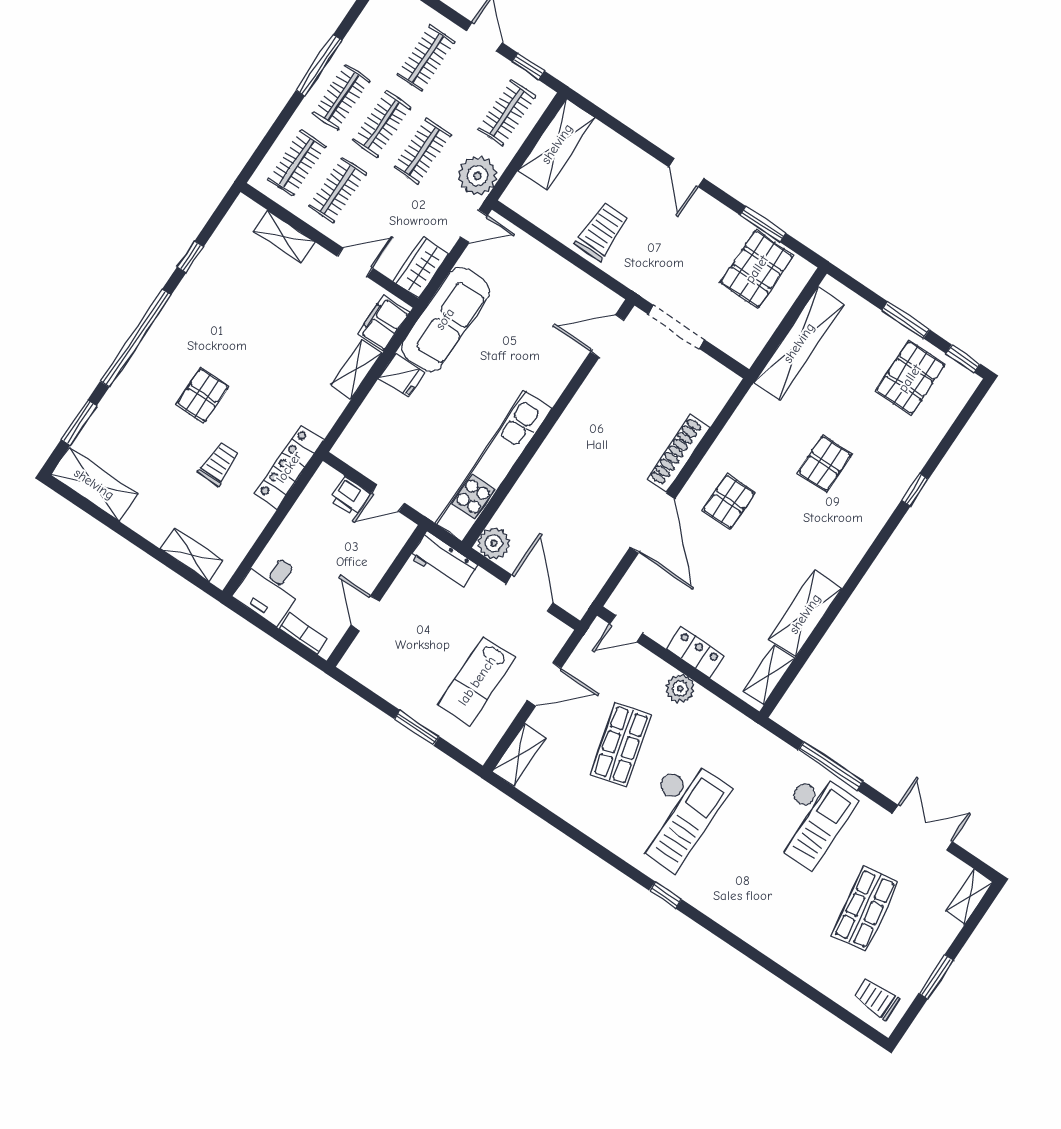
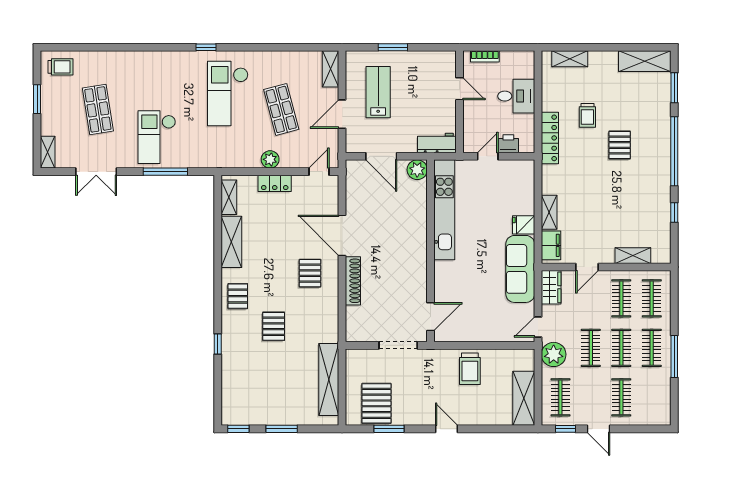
pallet: (910, 378) -> (238, 296), moved, width x0.67, depth x0.71
desk: (271, 588) -> (516, 96), moved, turned 90

